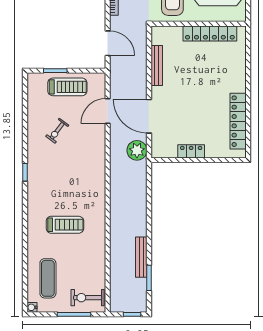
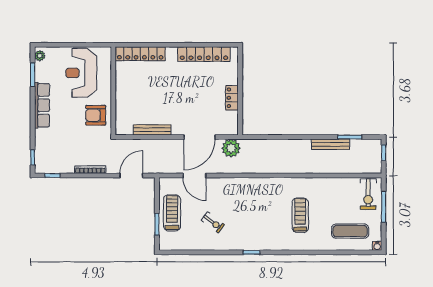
locker: (210, 33) -> (140, 54), moved, turned 90

